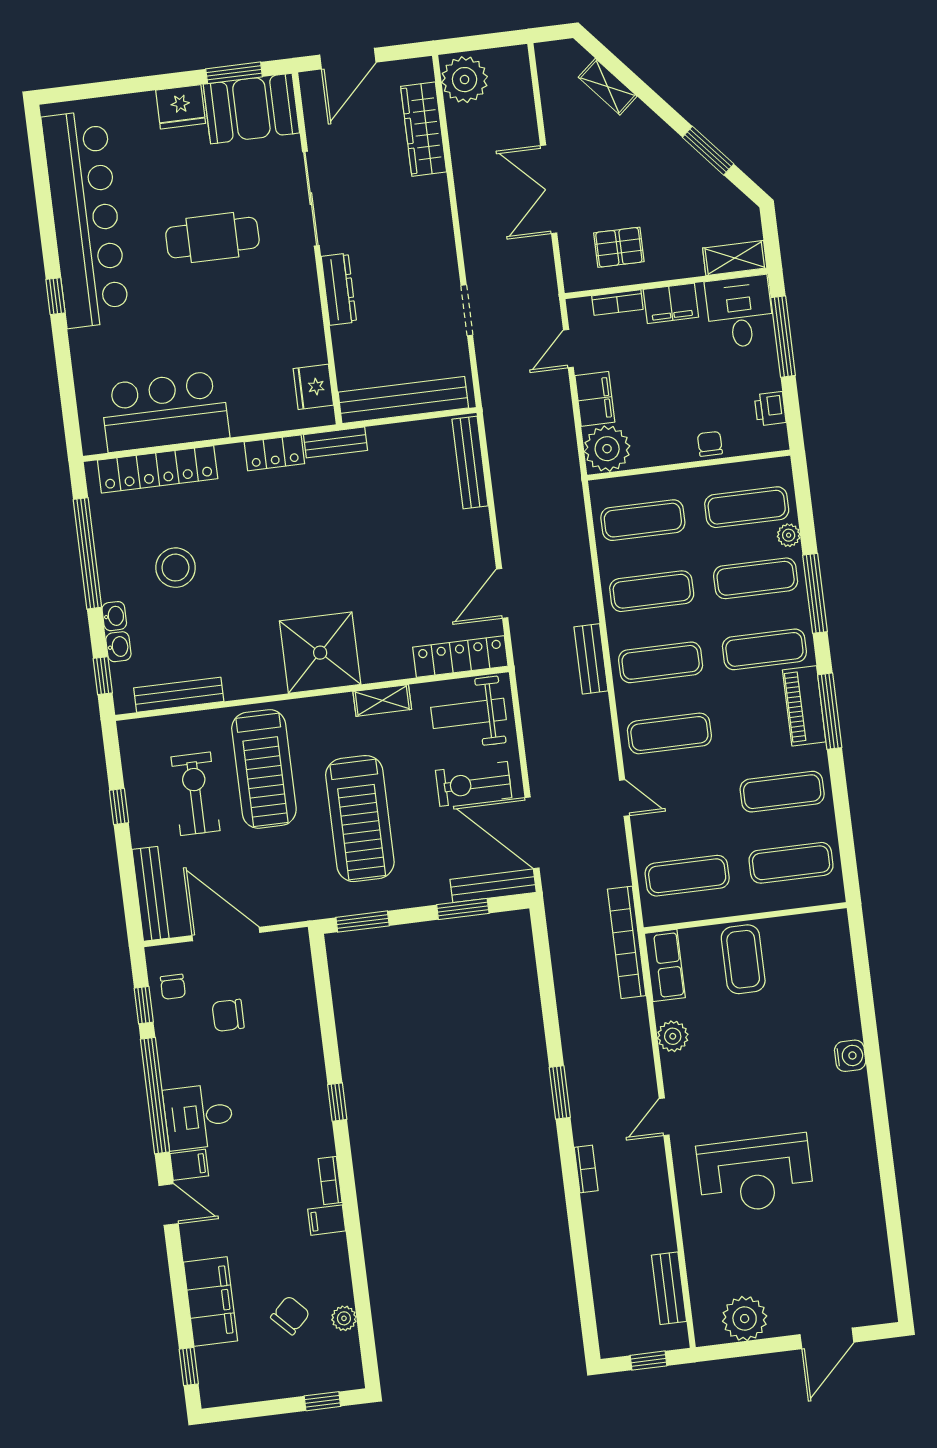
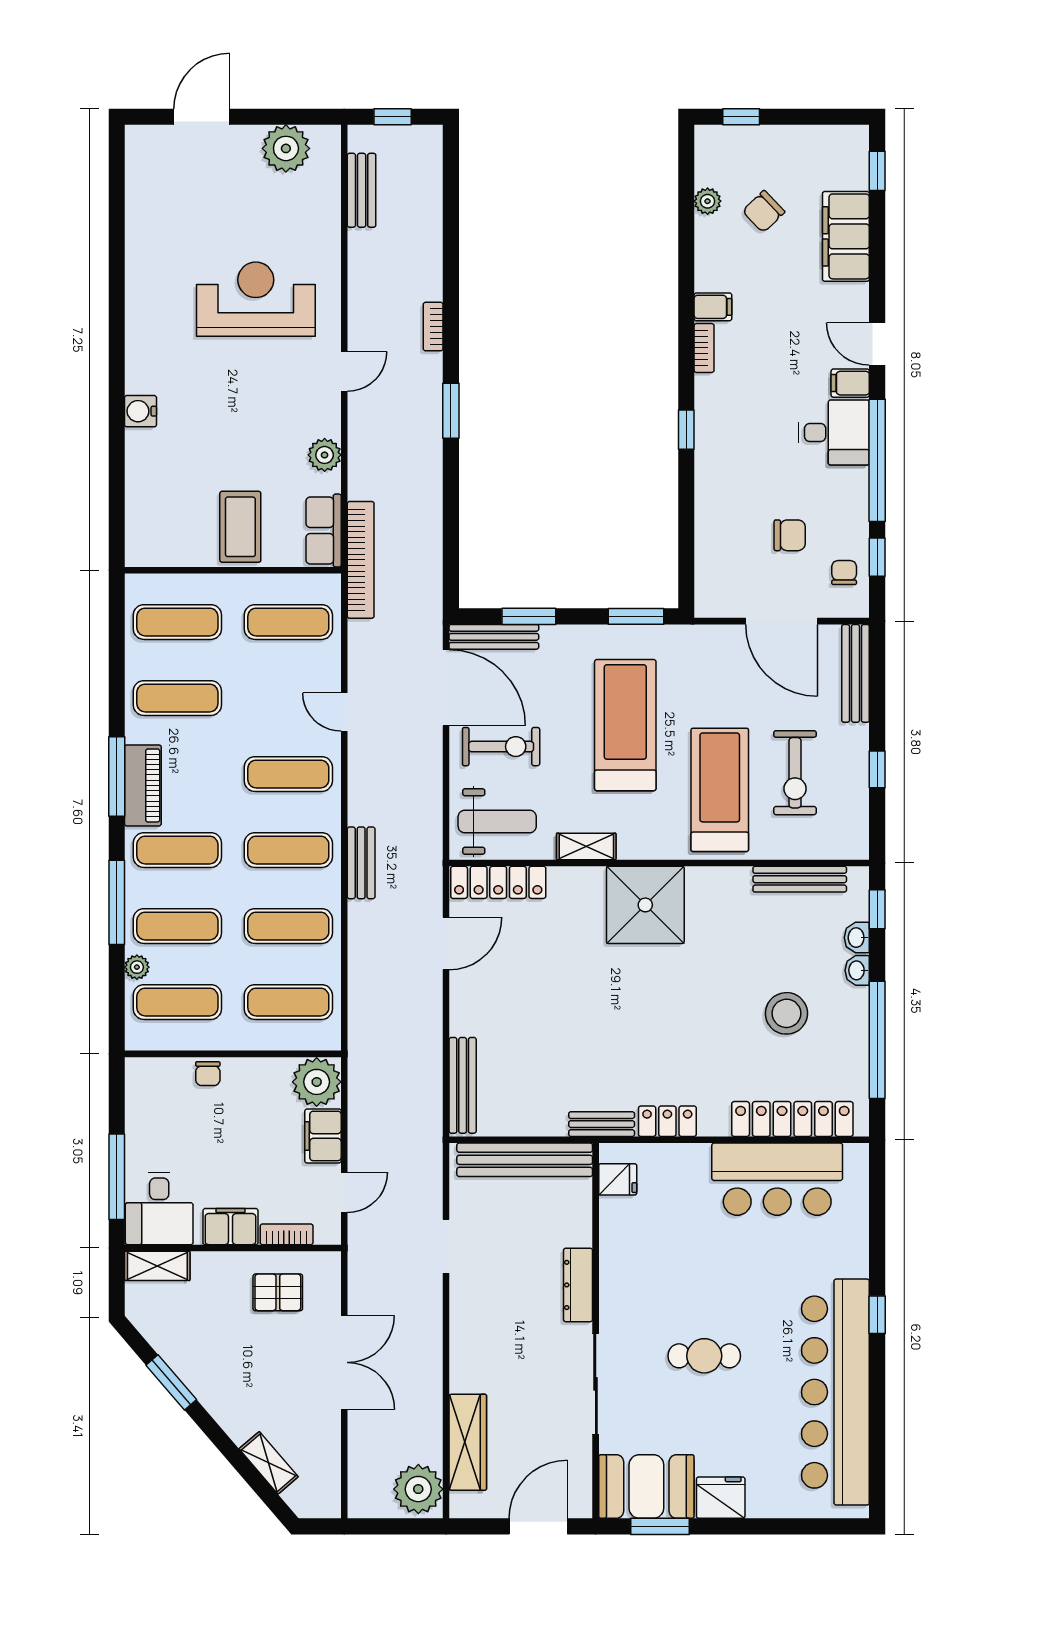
cafe table: (212, 238) -> (704, 1356), width x0.73, depth x0.74
fridge: (313, 387) -> (618, 1179), width x0.72
printer: (770, 409) -> (140, 1103), removed

